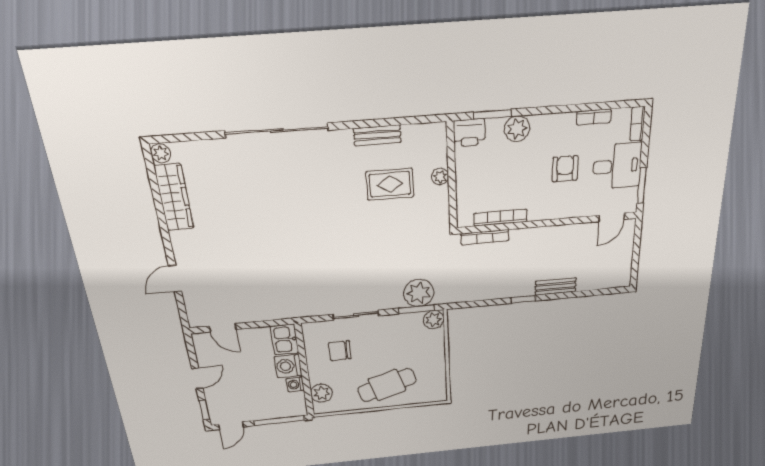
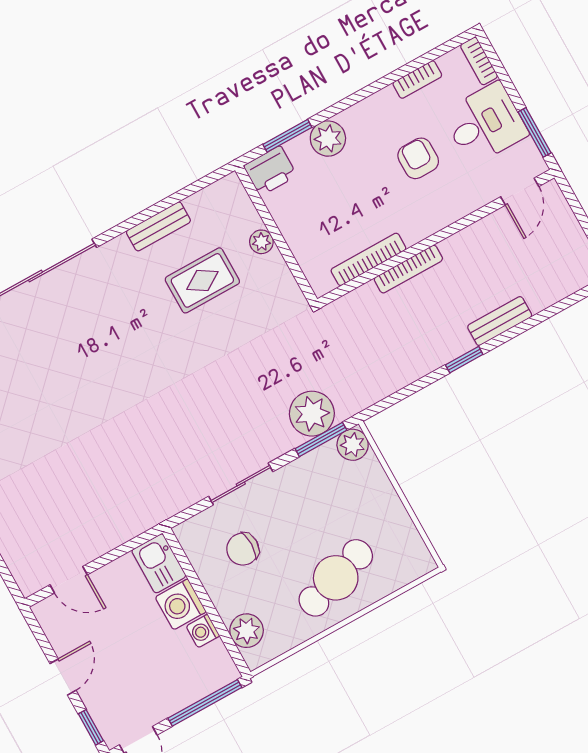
bookcase: (485, 237) -> (408, 269), moved

